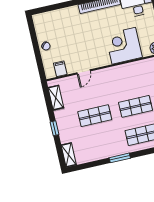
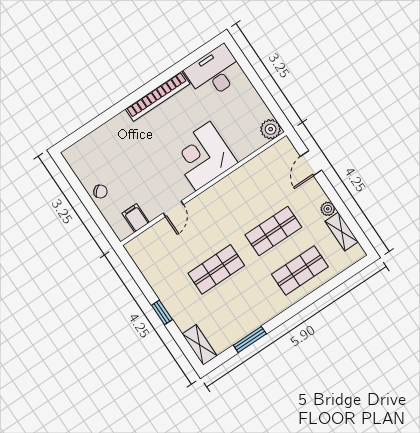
corner desk: (124, 46) -> (203, 156), moved
shelving: (56, 98) -> (146, 265), removed
window: (120, 158) -> (250, 340), moved

